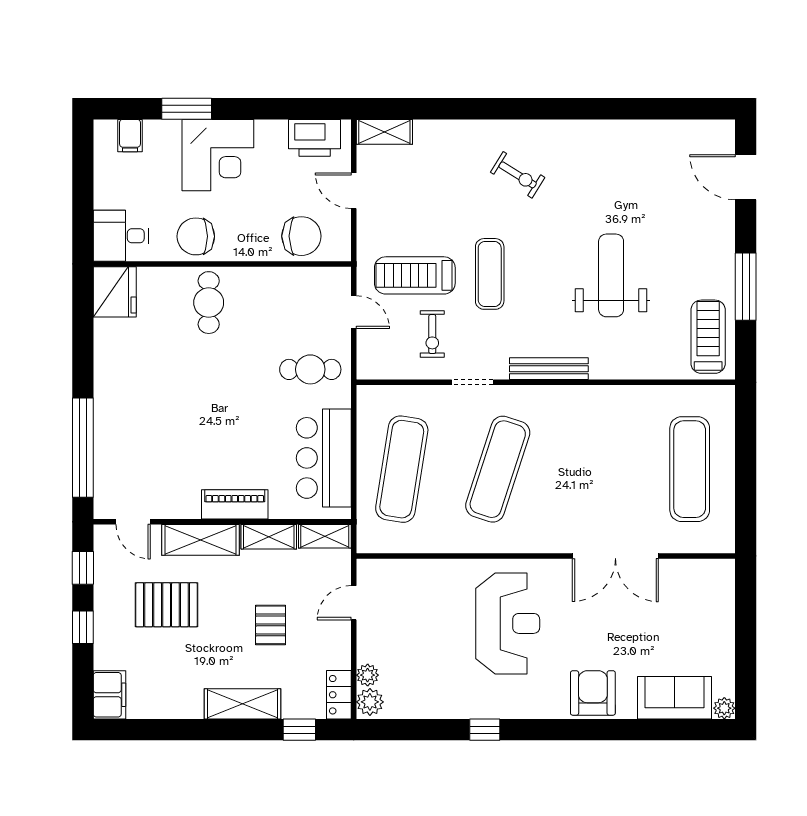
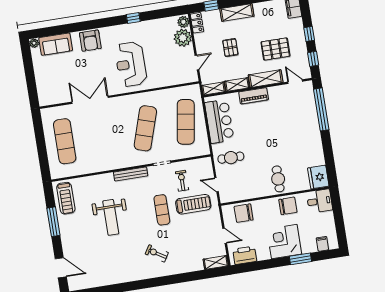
plant: (368, 675) -> (183, 38), width x1.88, depth x1.88

